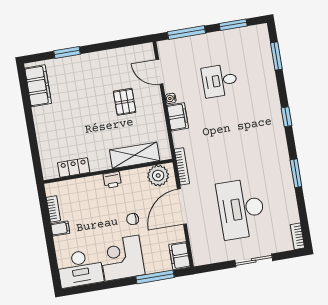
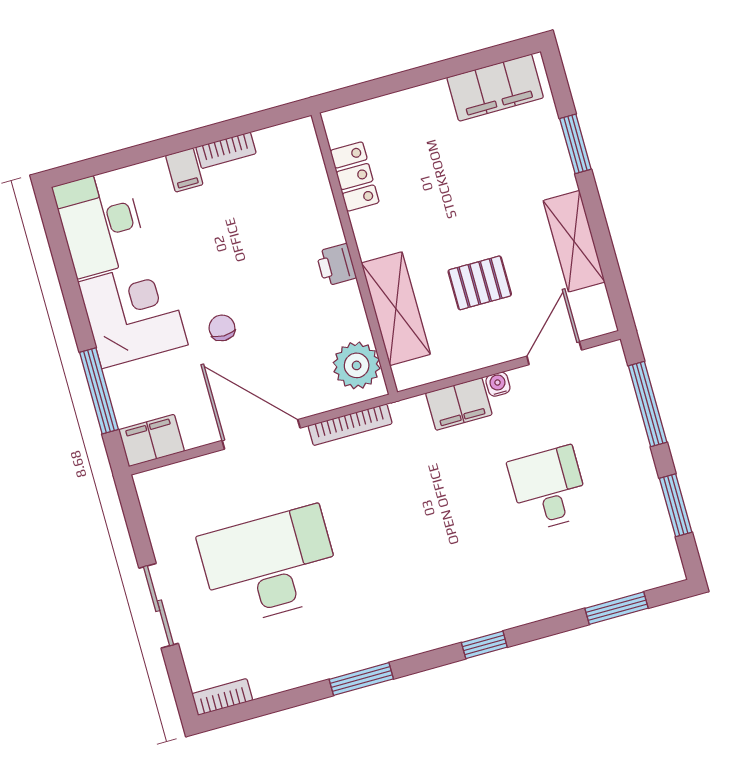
shelving: (110, 58) -> (574, 241), added
shelving: (135, 155) -> (396, 309), moved
locker: (74, 168) -> (355, 177), moved
wall: (108, 171) -> (354, 254), moved
plant: (158, 176) -> (357, 365), moved
printer: (112, 180) -> (336, 265), moved

